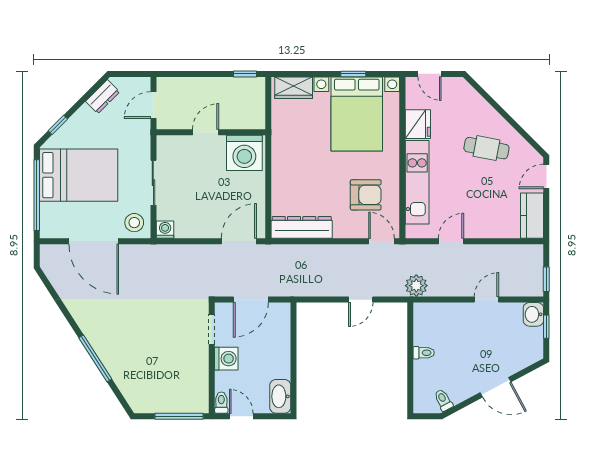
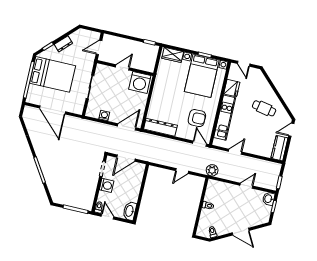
dresser: (103, 97) -> (63, 44), moved
stool: (134, 223) -> (75, 105), removed
washing machine: (165, 230) -> (104, 116), moved

